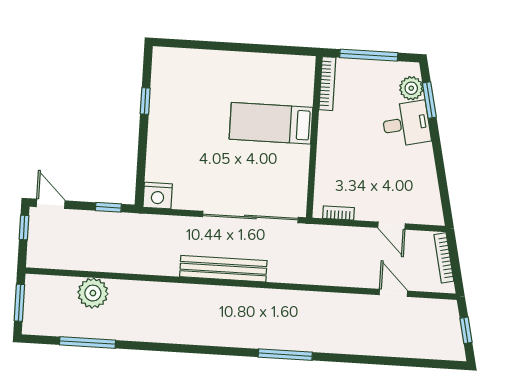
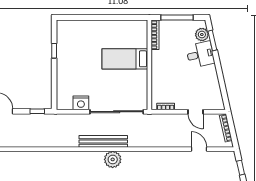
nightstand: (158, 196) -> (81, 103), moved
plant: (93, 293) -> (113, 159), moved

